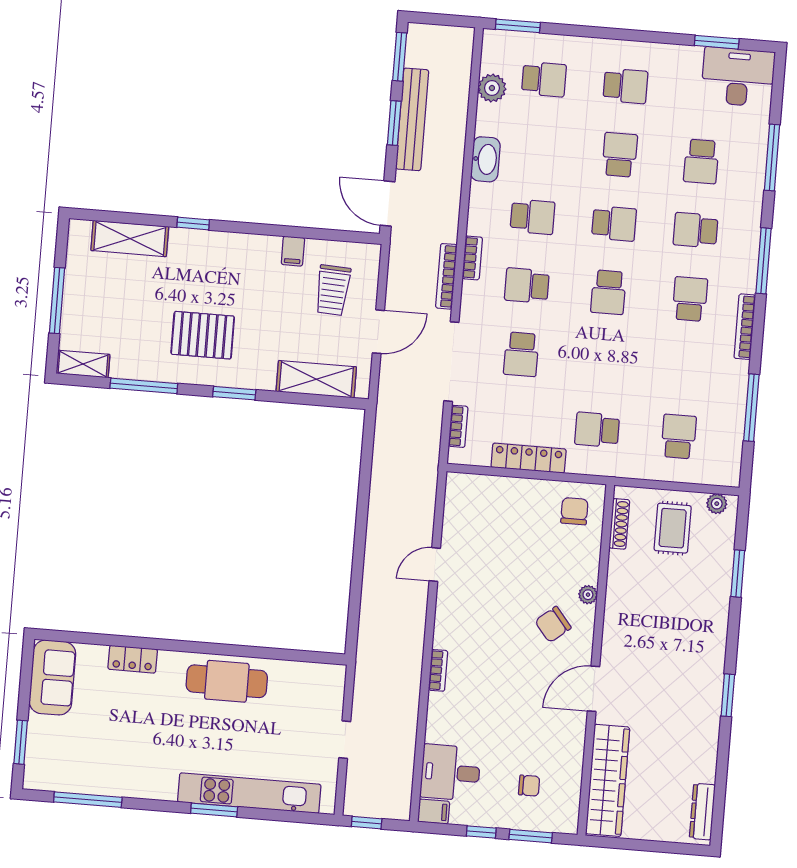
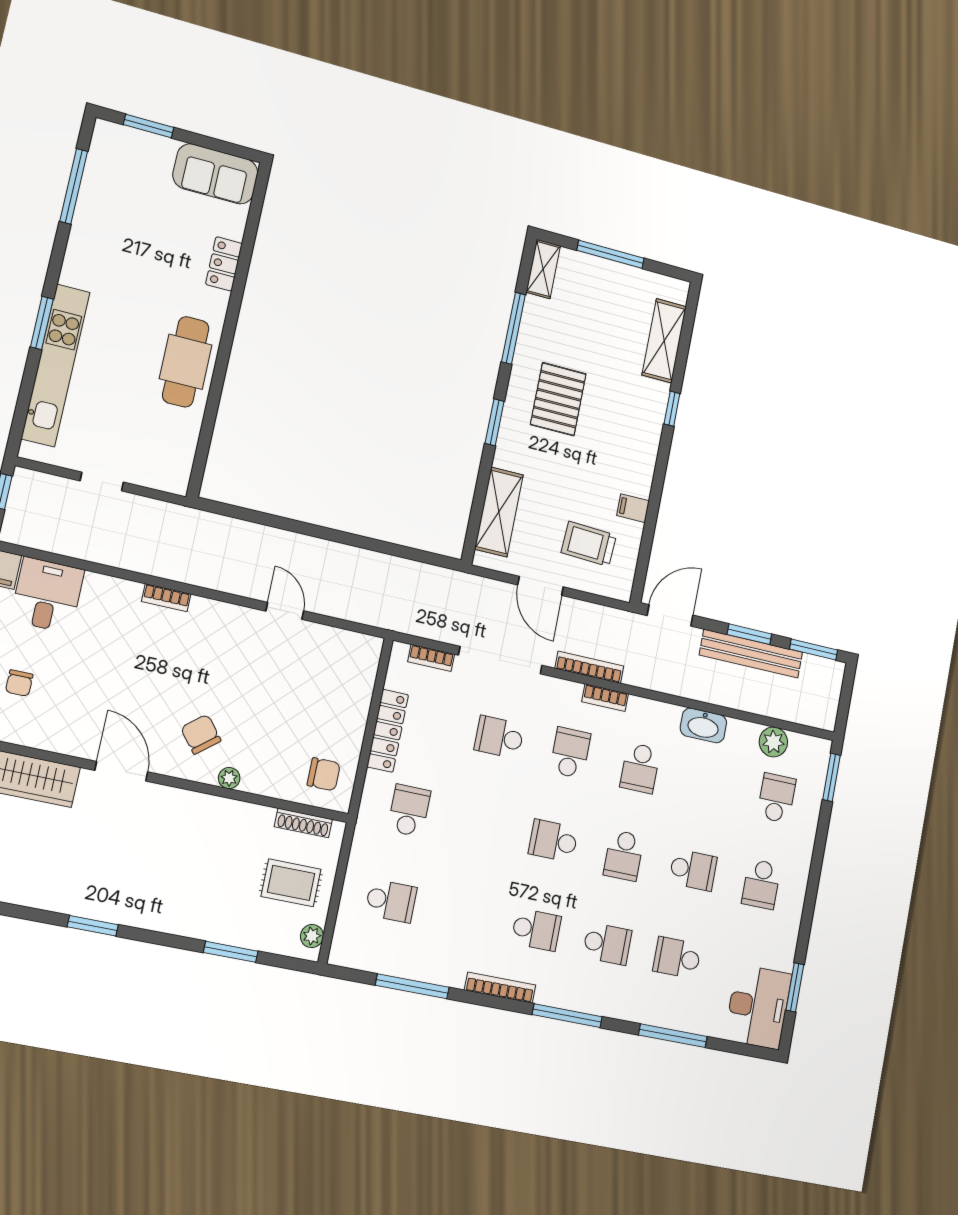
school desk: (544, 79) -> (777, 798), turned 180
school desk: (696, 230) -> (607, 944), turned 90

